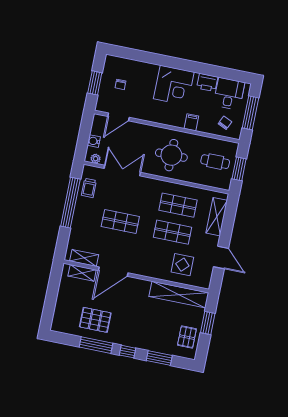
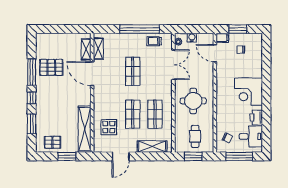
filing cabinet: (191, 122) -> (222, 38), moved
pallet: (95, 320) -> (51, 67), turned 90

